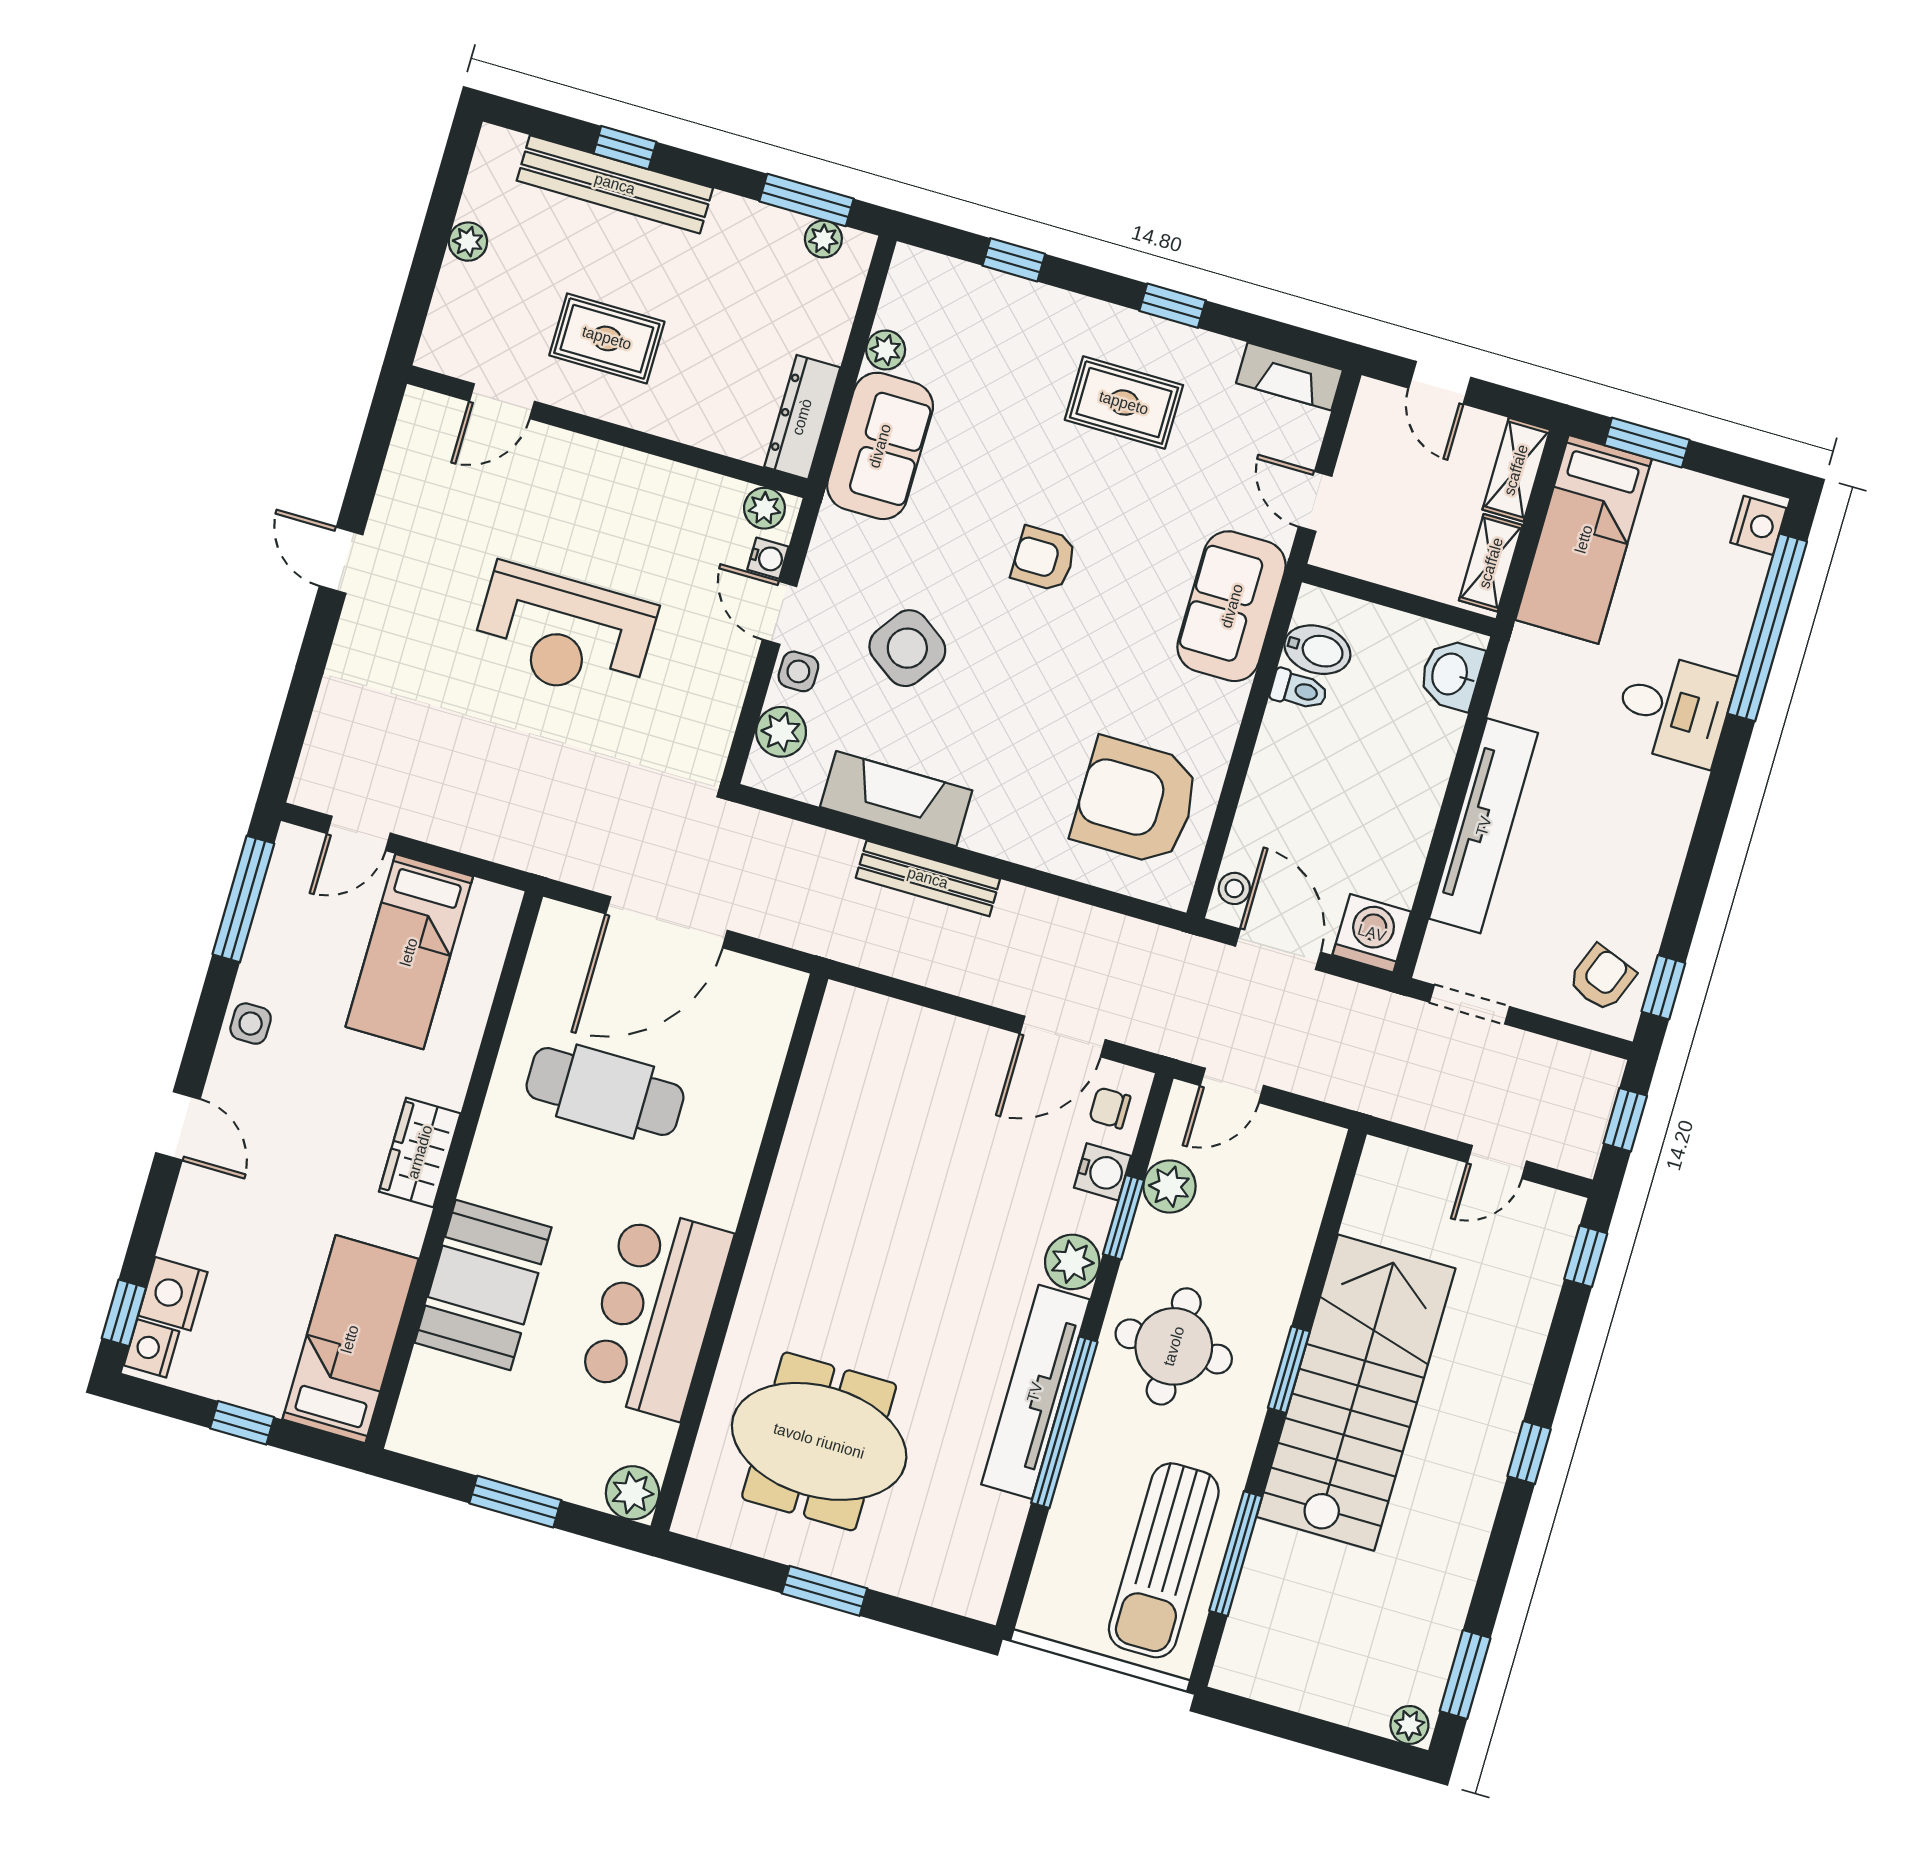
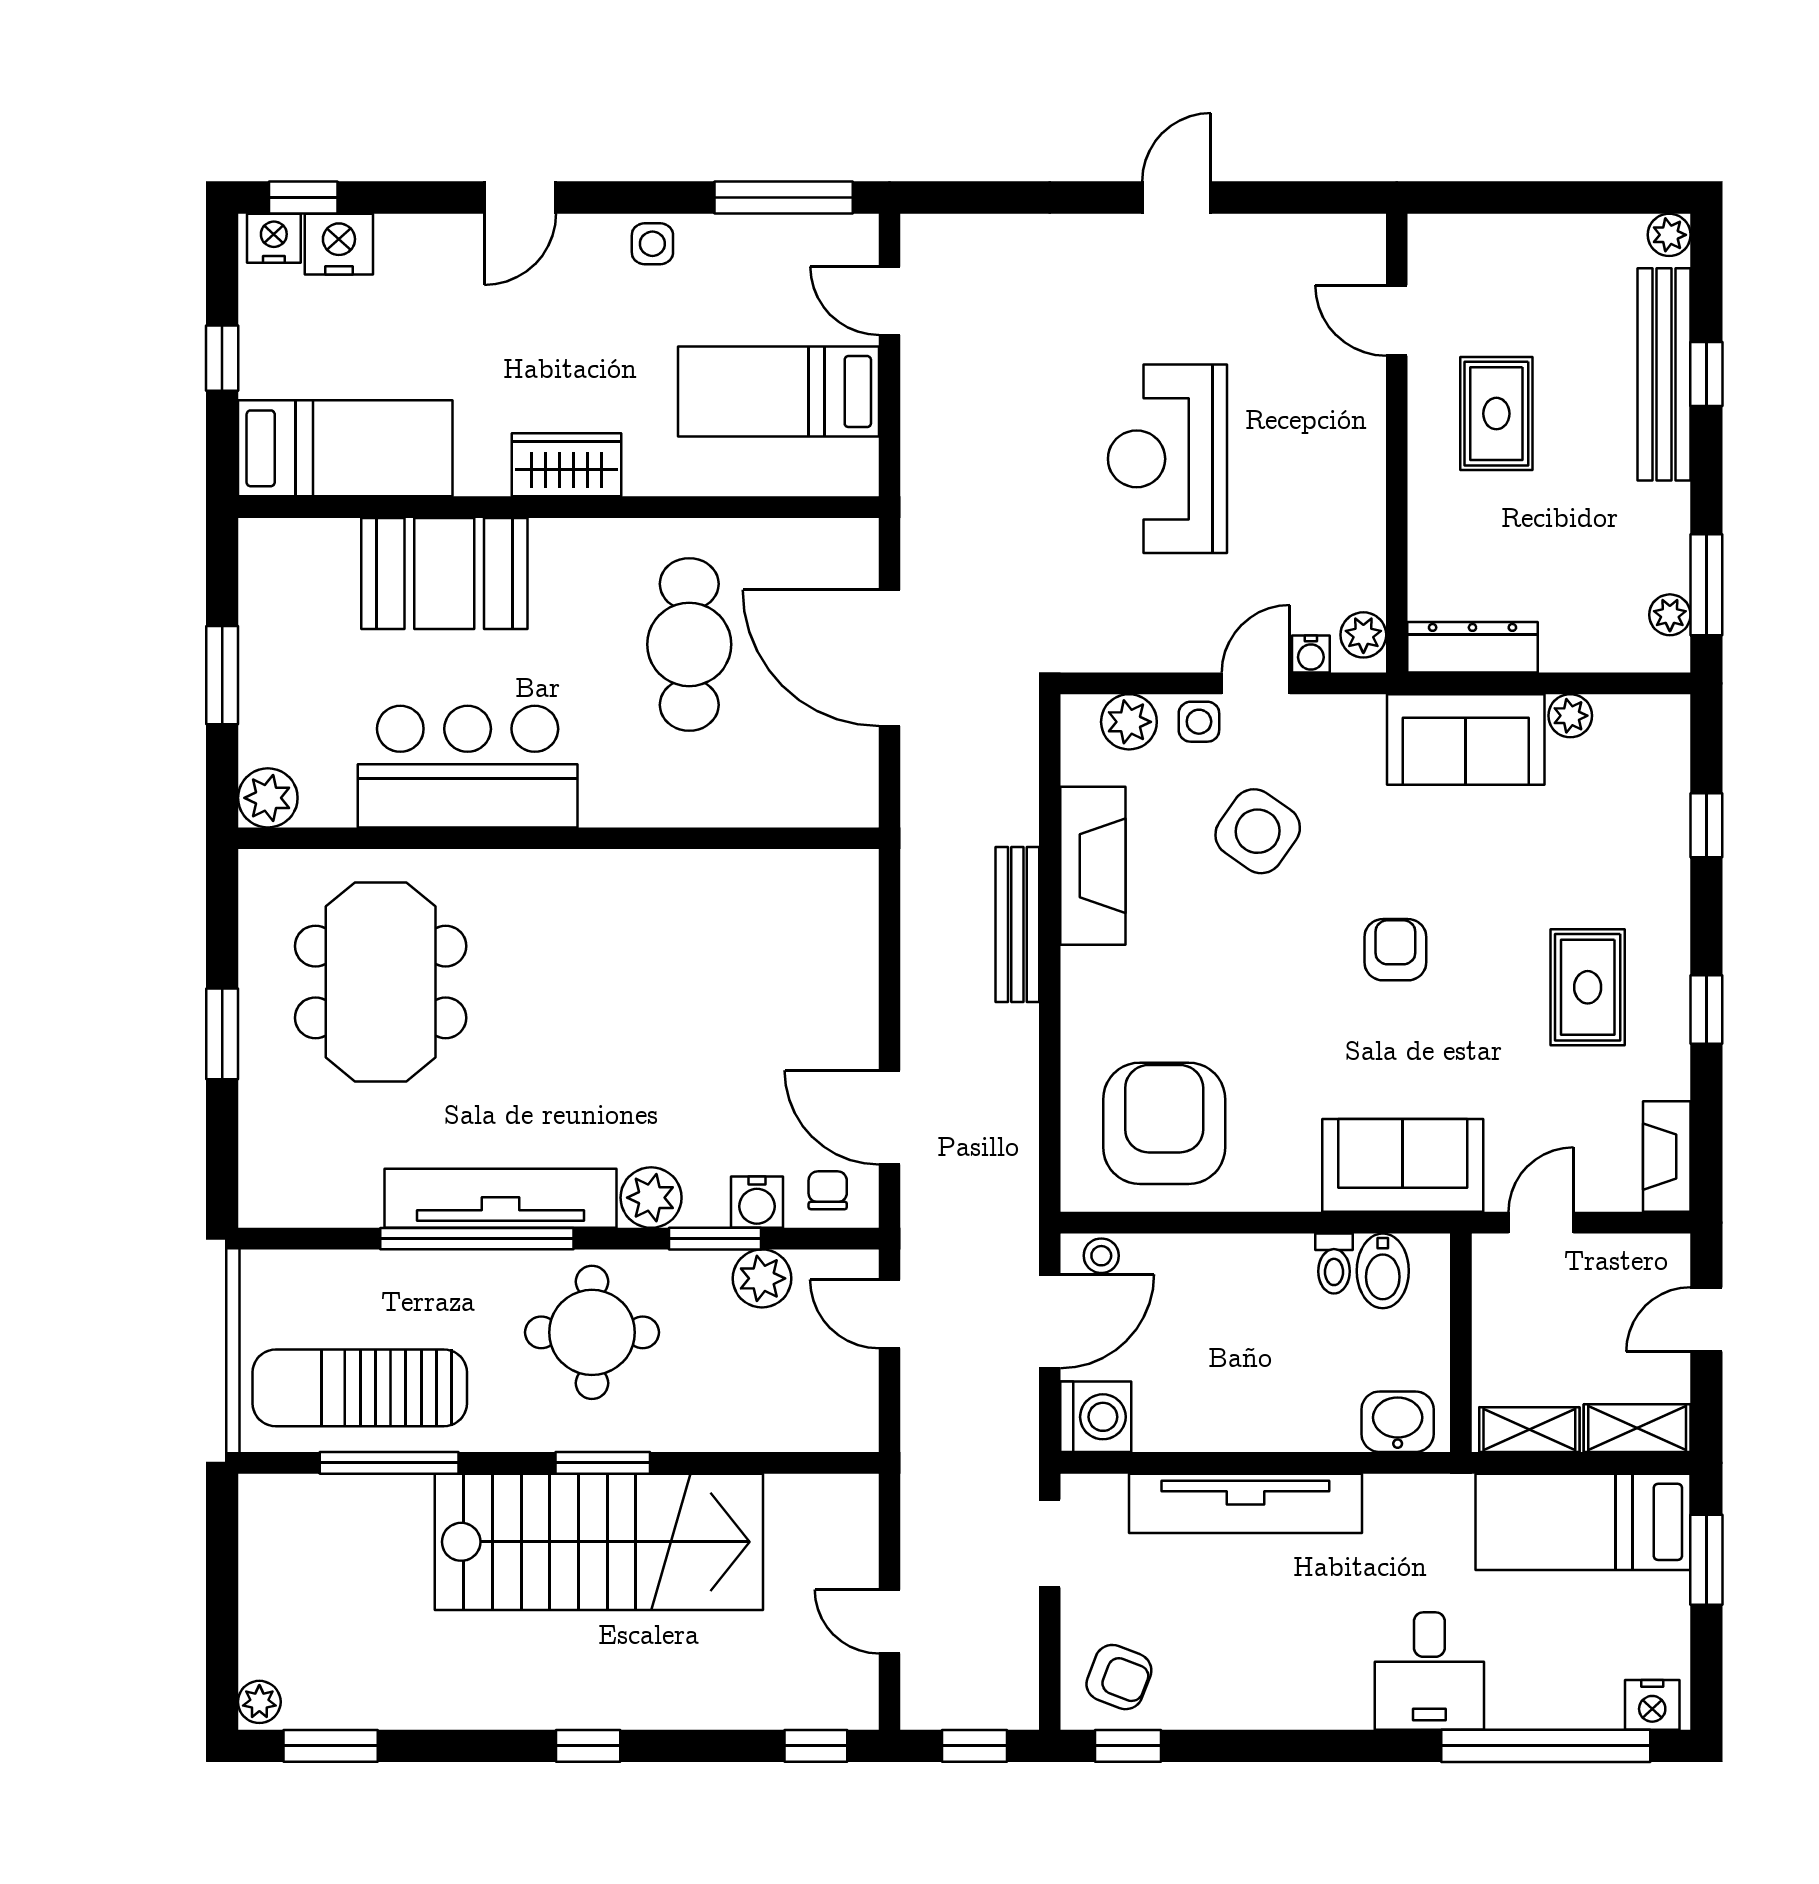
plant: (468, 242) -> (1669, 235), moved

